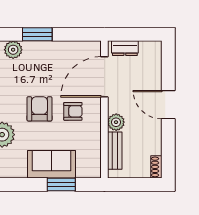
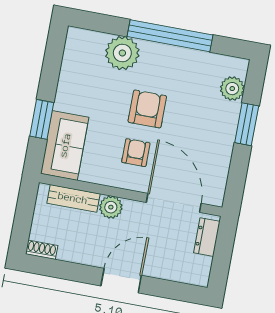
armchair: (39, 109) -> (147, 109), turned -90
armchair: (73, 111) -> (136, 153), turned 180
sofa: (52, 164) -> (65, 145), moved

